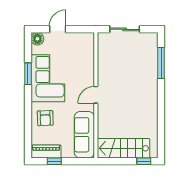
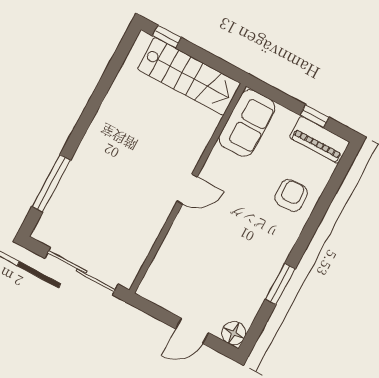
sliding door: (125, 29) -> (81, 271), width x1.37
corner sofa: (48, 78) -> (251, 259), removed
sofa: (84, 135) -> (247, 123), width x0.73

